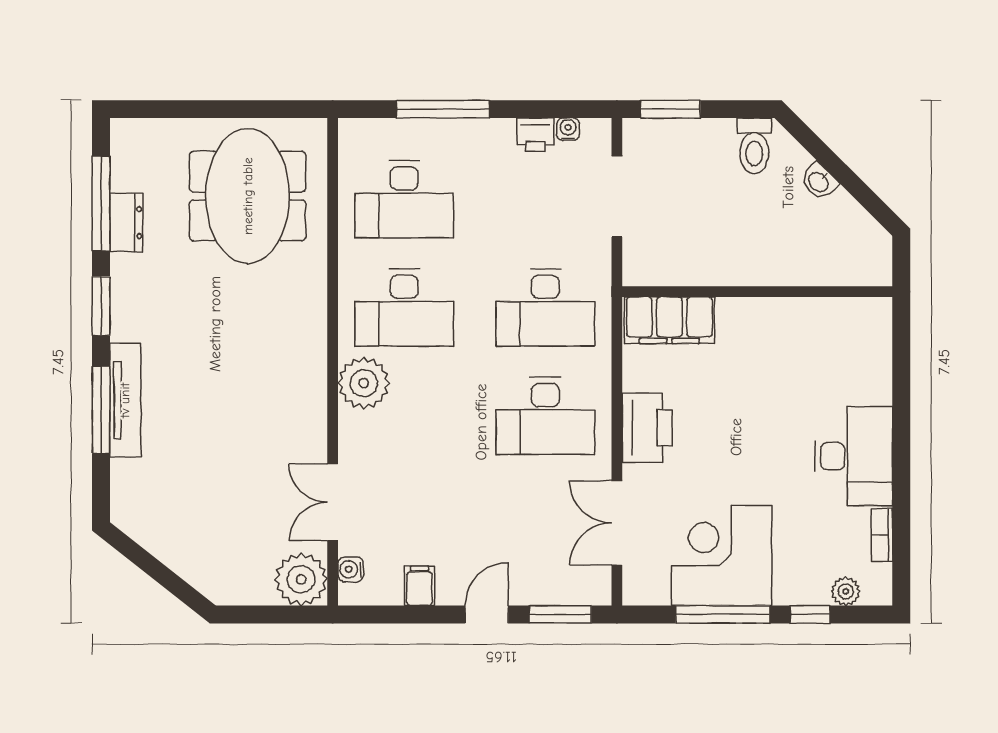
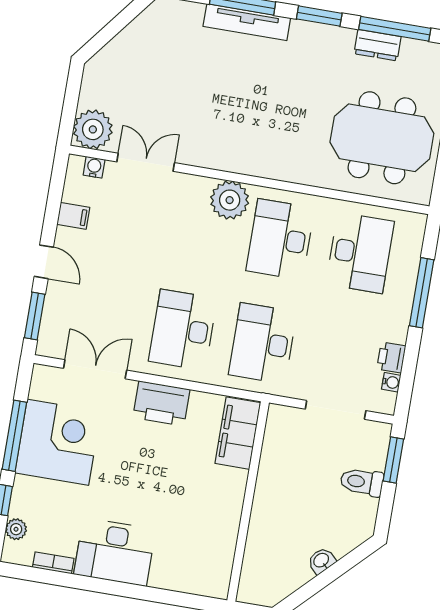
toilet: (754, 146) -> (362, 482), moved
desk: (404, 199) -> (360, 253), turned 180

